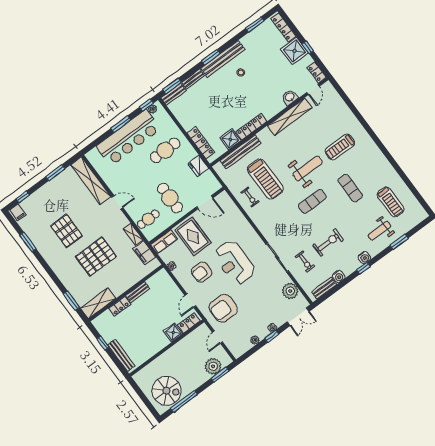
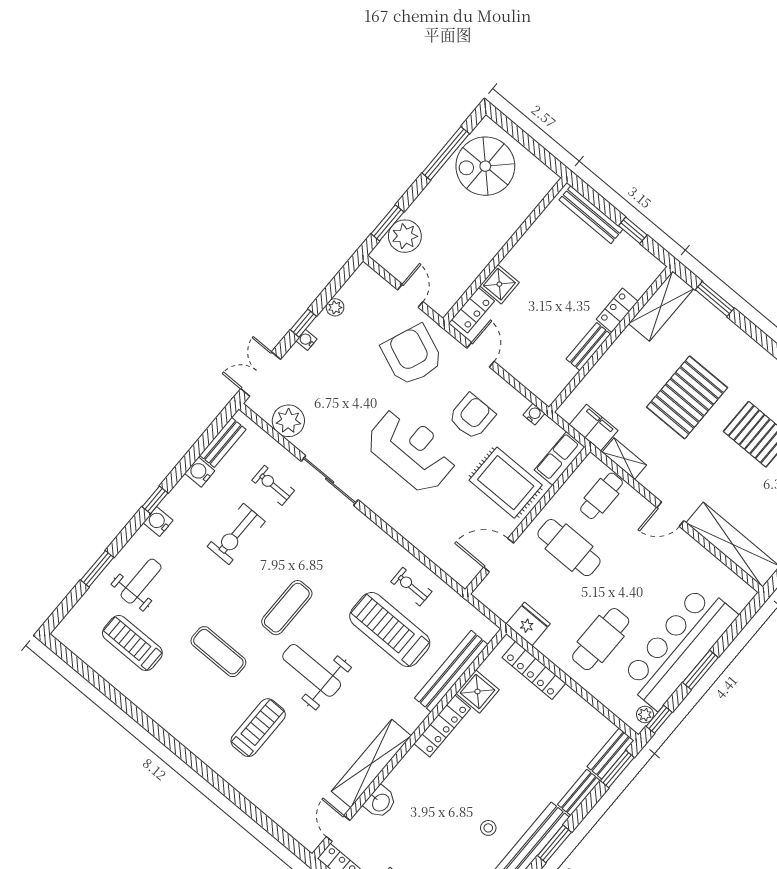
weight bench: (308, 168) -> (312, 670), turned 90
armchair: (223, 308) -> (412, 355), turned -68

